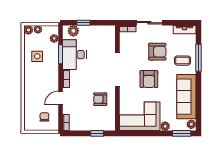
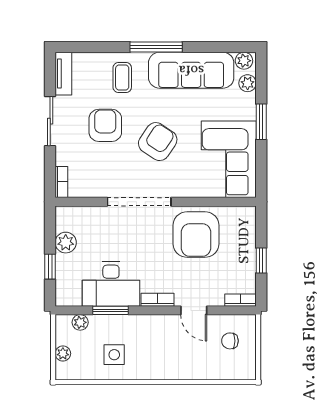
sliding door: (149, 23) -> (50, 121), moved
plant: (28, 30) -> (64, 371), removed
plant: (73, 31) -> (66, 243), moved
window: (198, 58) -> (156, 47), moved
armchair: (149, 79) -> (158, 142), turned -56
armchair: (100, 99) -> (196, 235), width x1.88, depth x1.88
plant: (165, 126) -> (248, 83), moved
window: (97, 133) -> (261, 260), moved
window: (182, 133) -> (261, 122), moved

